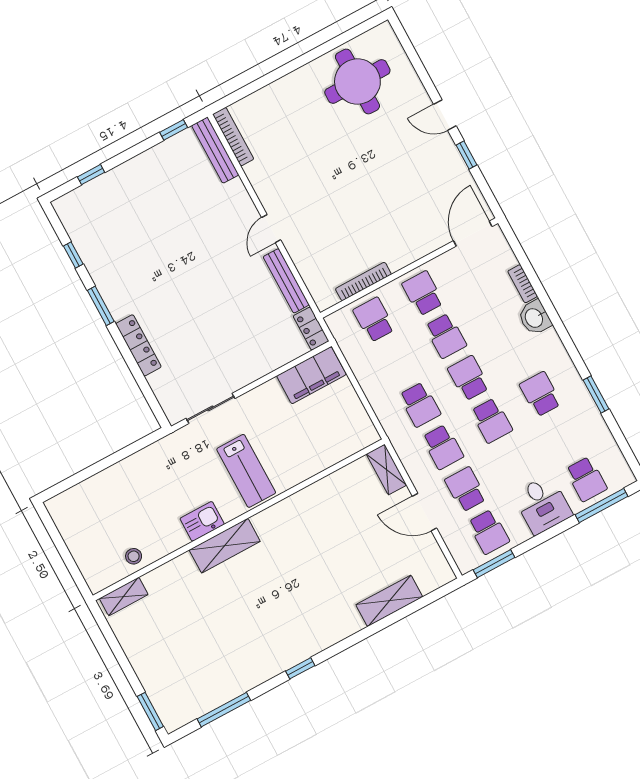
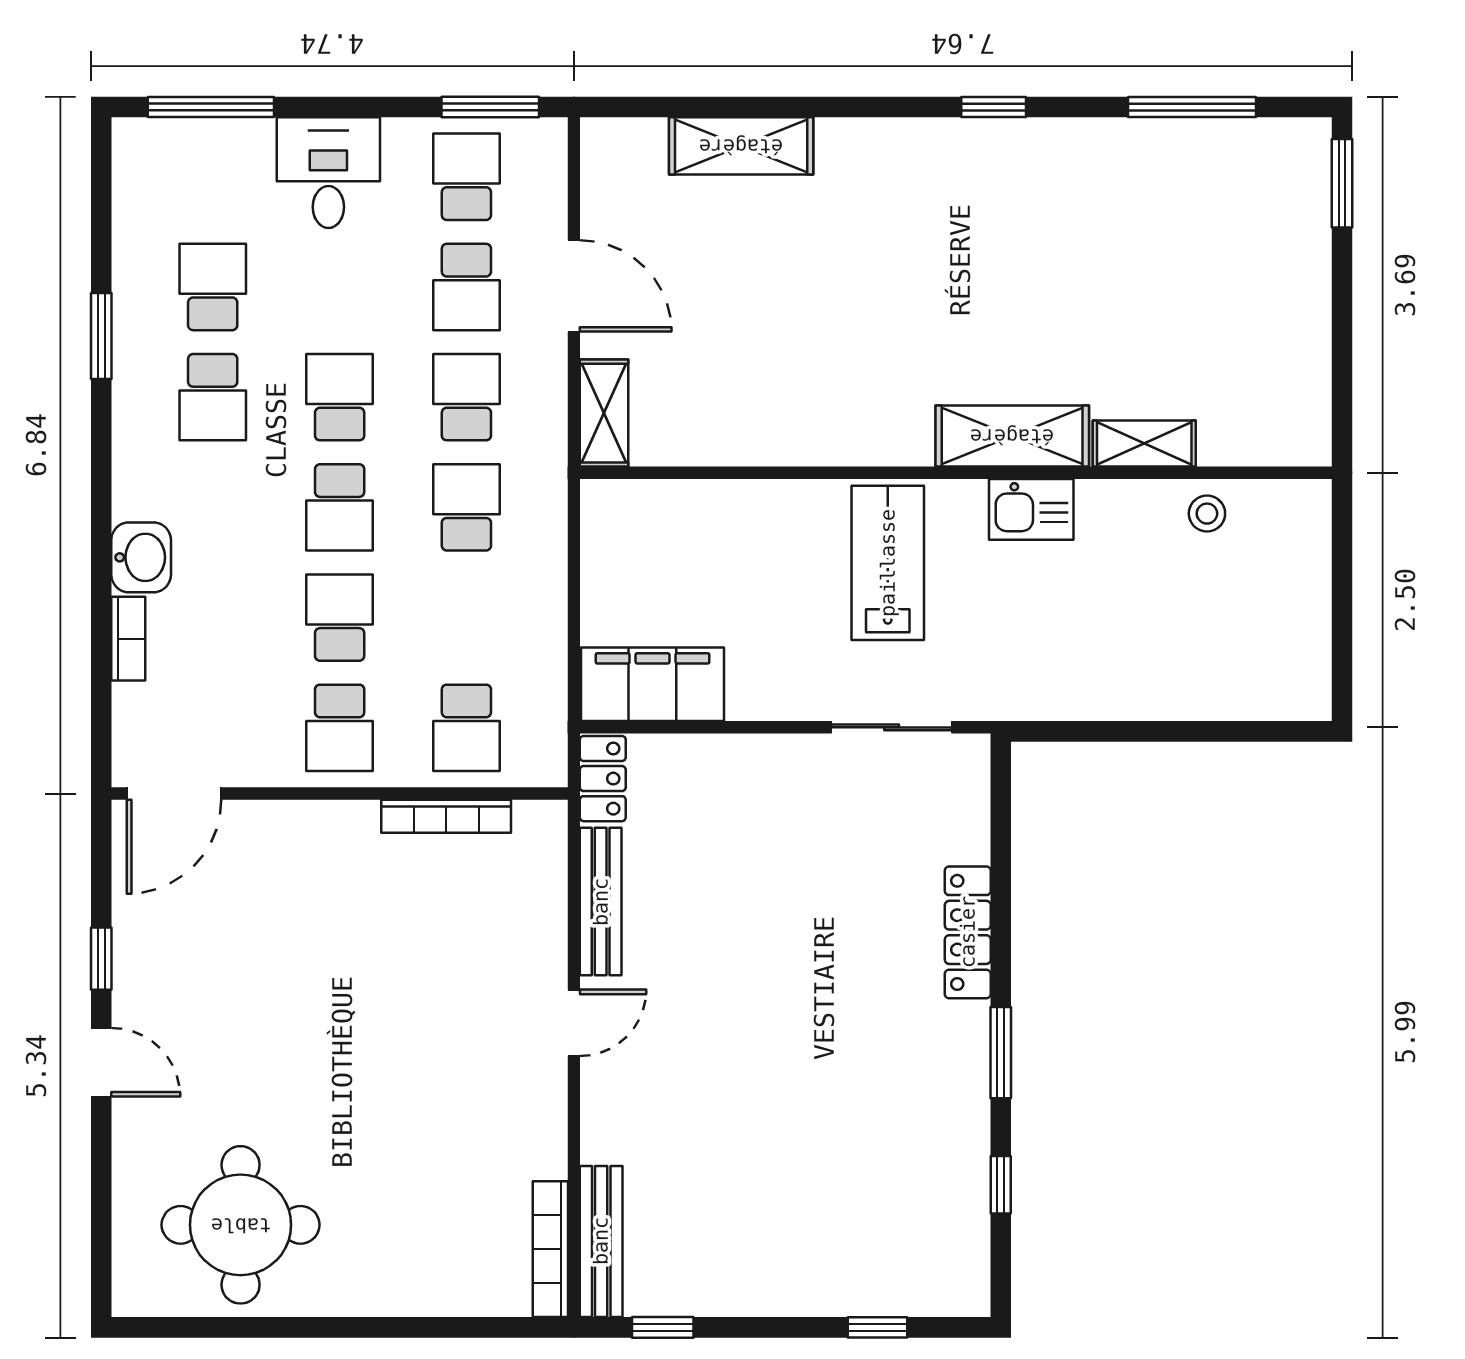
school desk: (586, 479) -> (213, 287), moved
shelving: (124, 596) -> (1144, 443), moved

